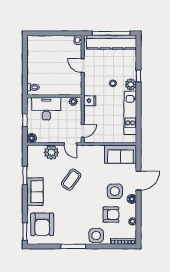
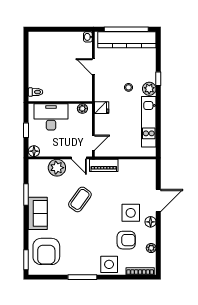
piano: (92, 150) -> (104, 165), added
sofa: (121, 154) -> (137, 170), removed

